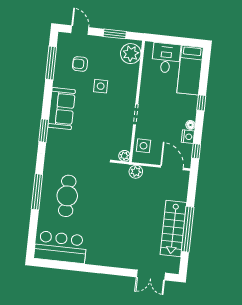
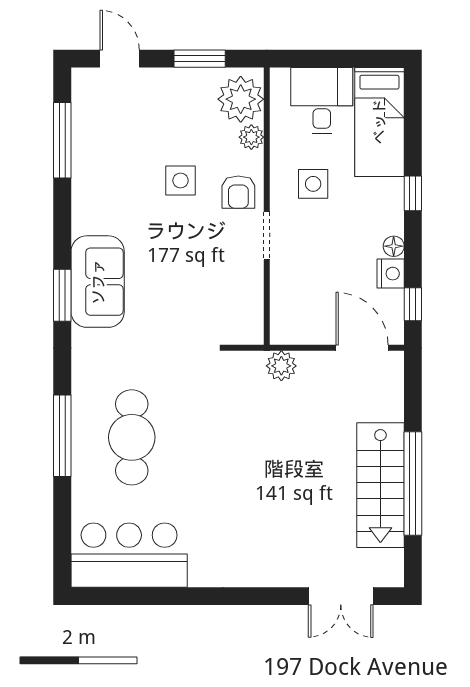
armchair: (80, 64) -> (238, 192), moved, turned -90
sofa: (62, 109) -> (98, 282), moved
side table: (144, 146) -> (313, 184), moved
plant: (124, 156) -> (251, 137), moved

